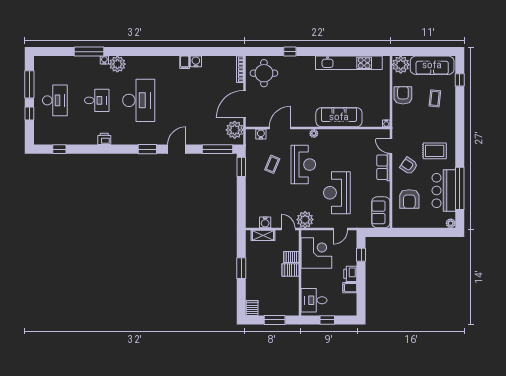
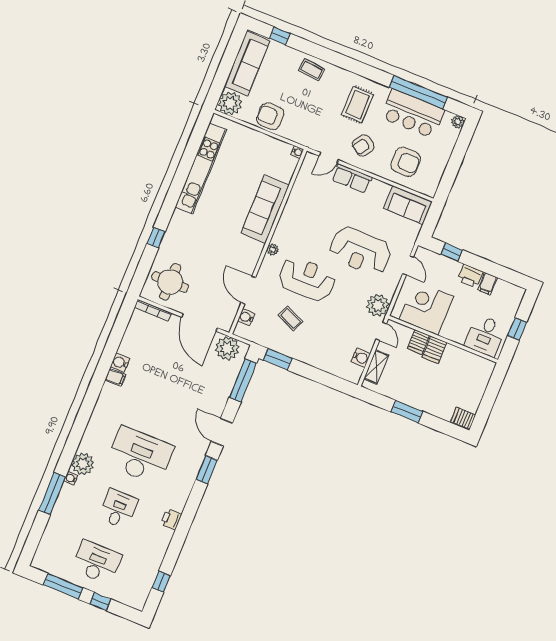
coffee table: (435, 98) -> (311, 70), moved
door: (288, 229) -> (381, 331), swing flipped
window: (275, 320) -> (490, 396), removed

